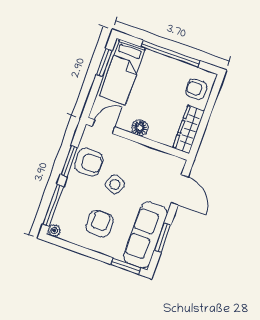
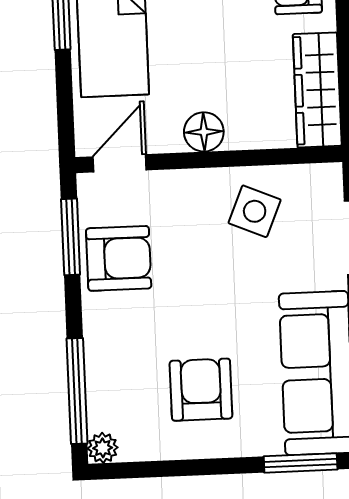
window: (69, 161) -> (71, 237), moved
side table: (115, 184) -> (255, 211), moved

